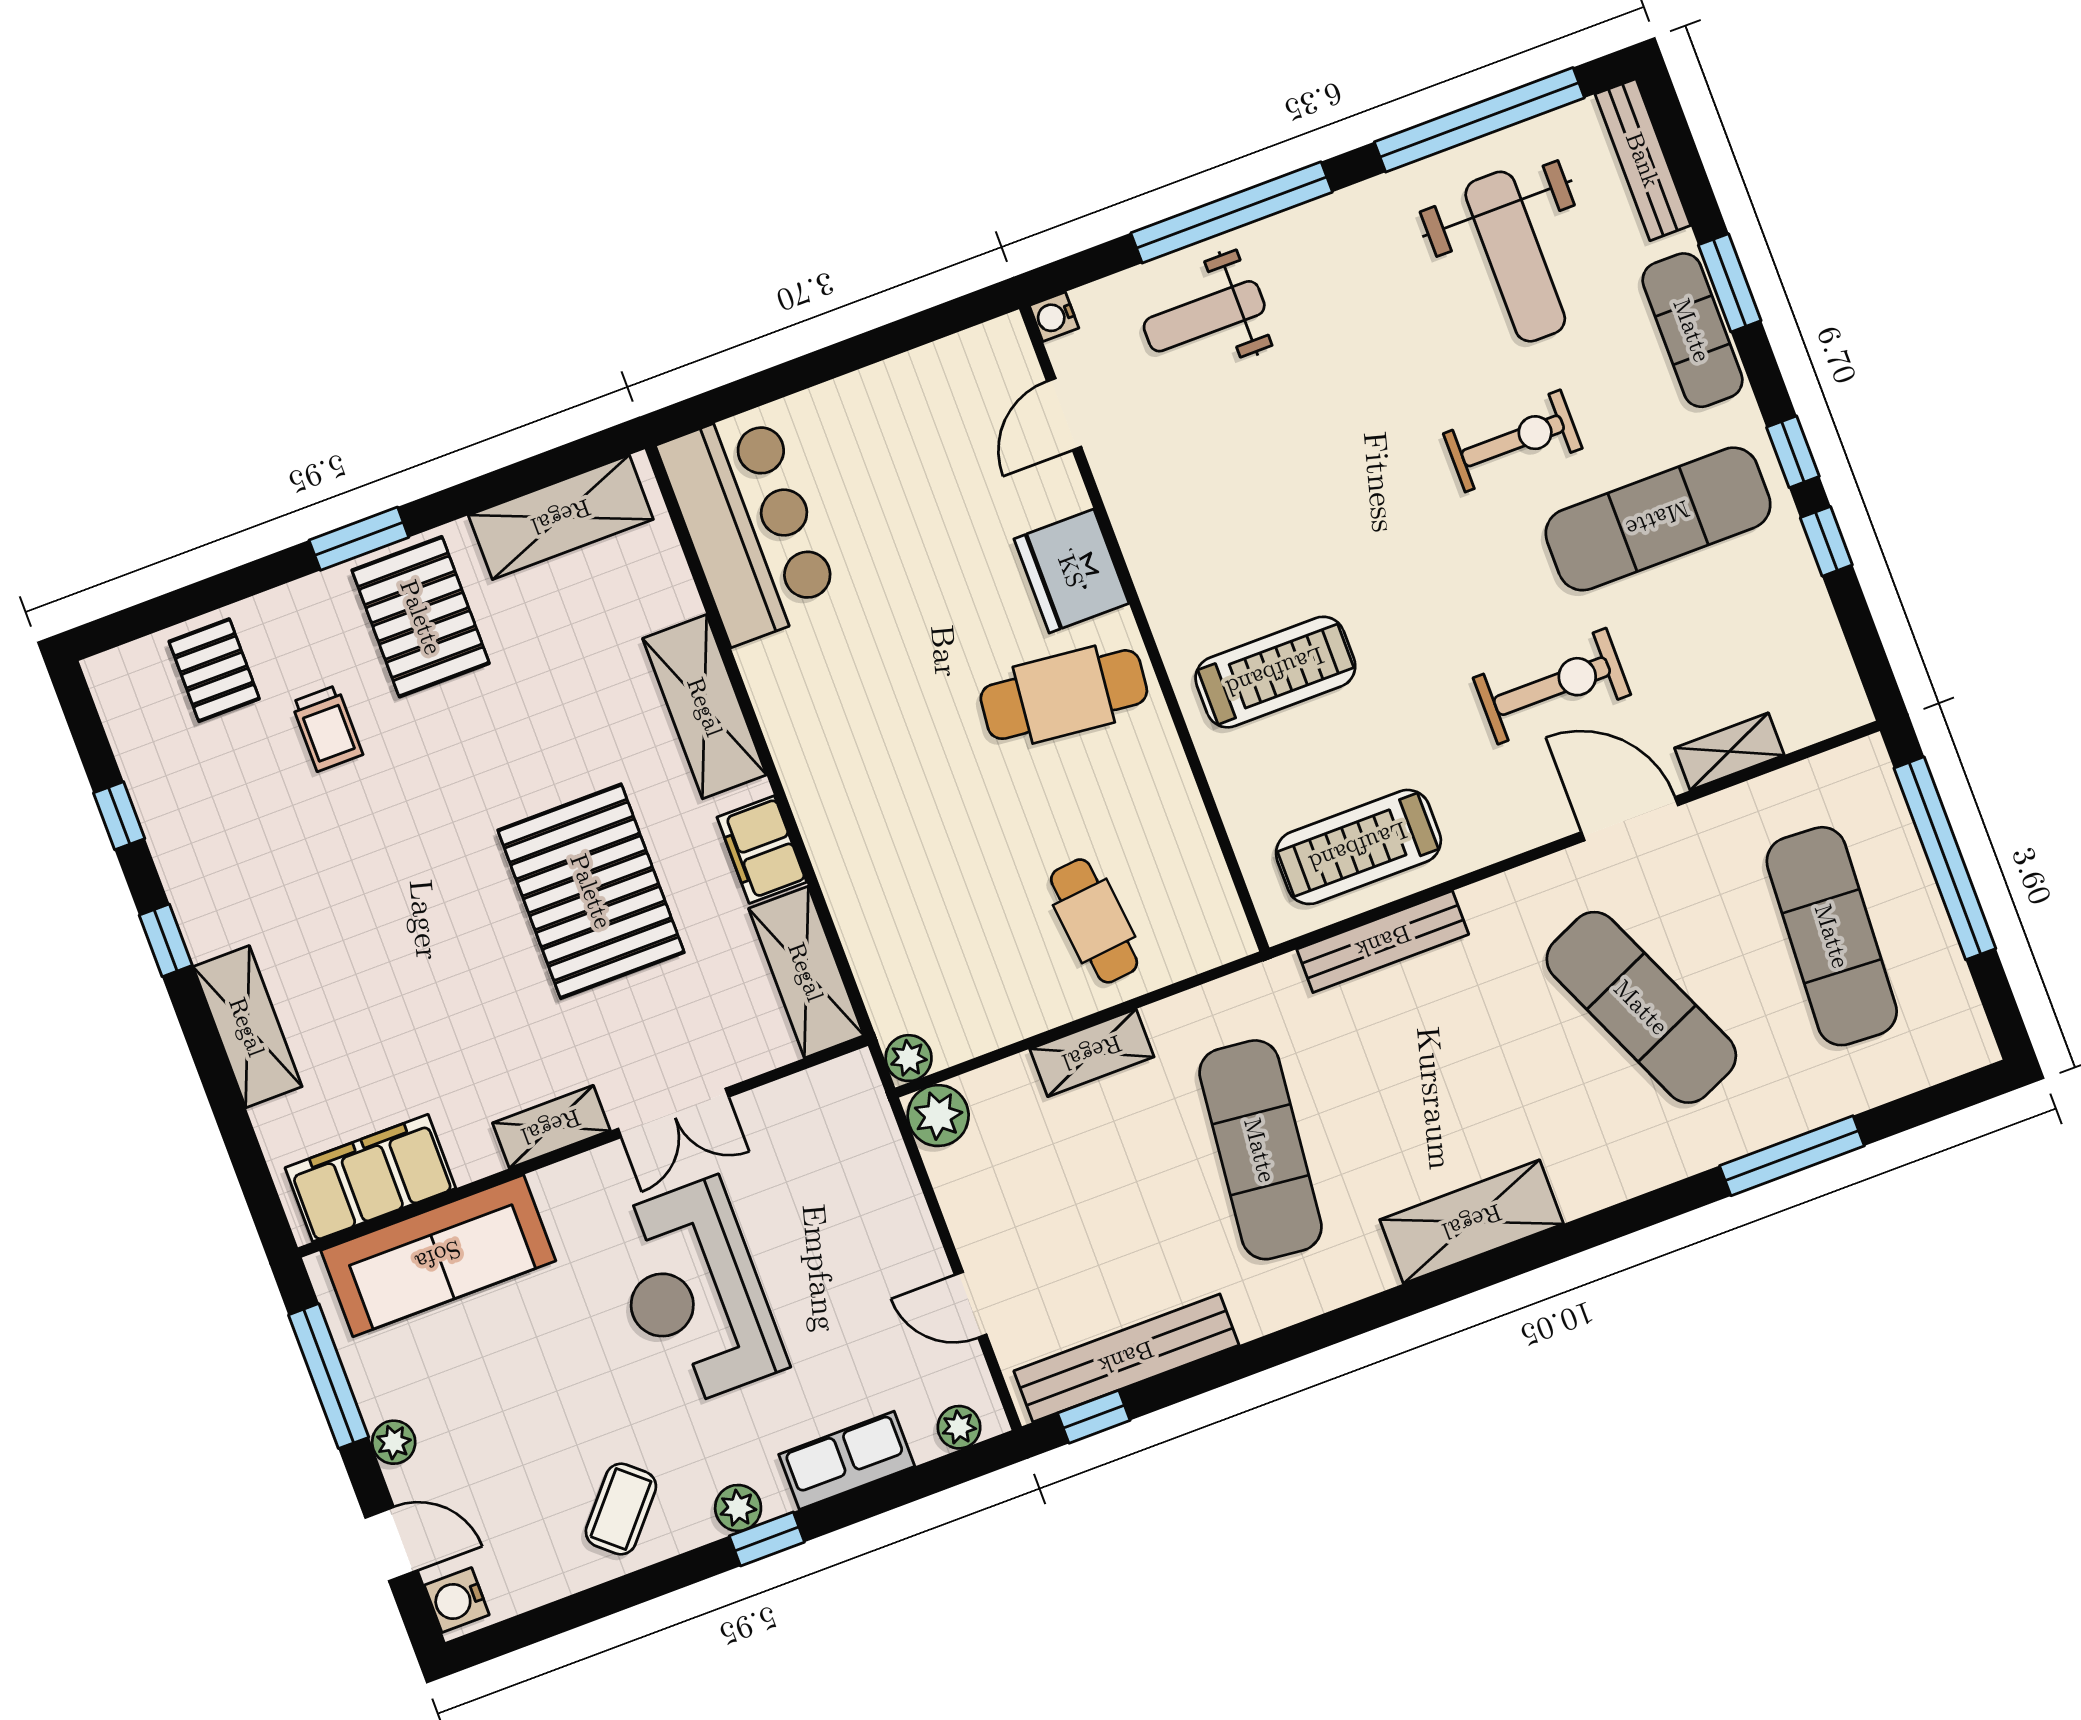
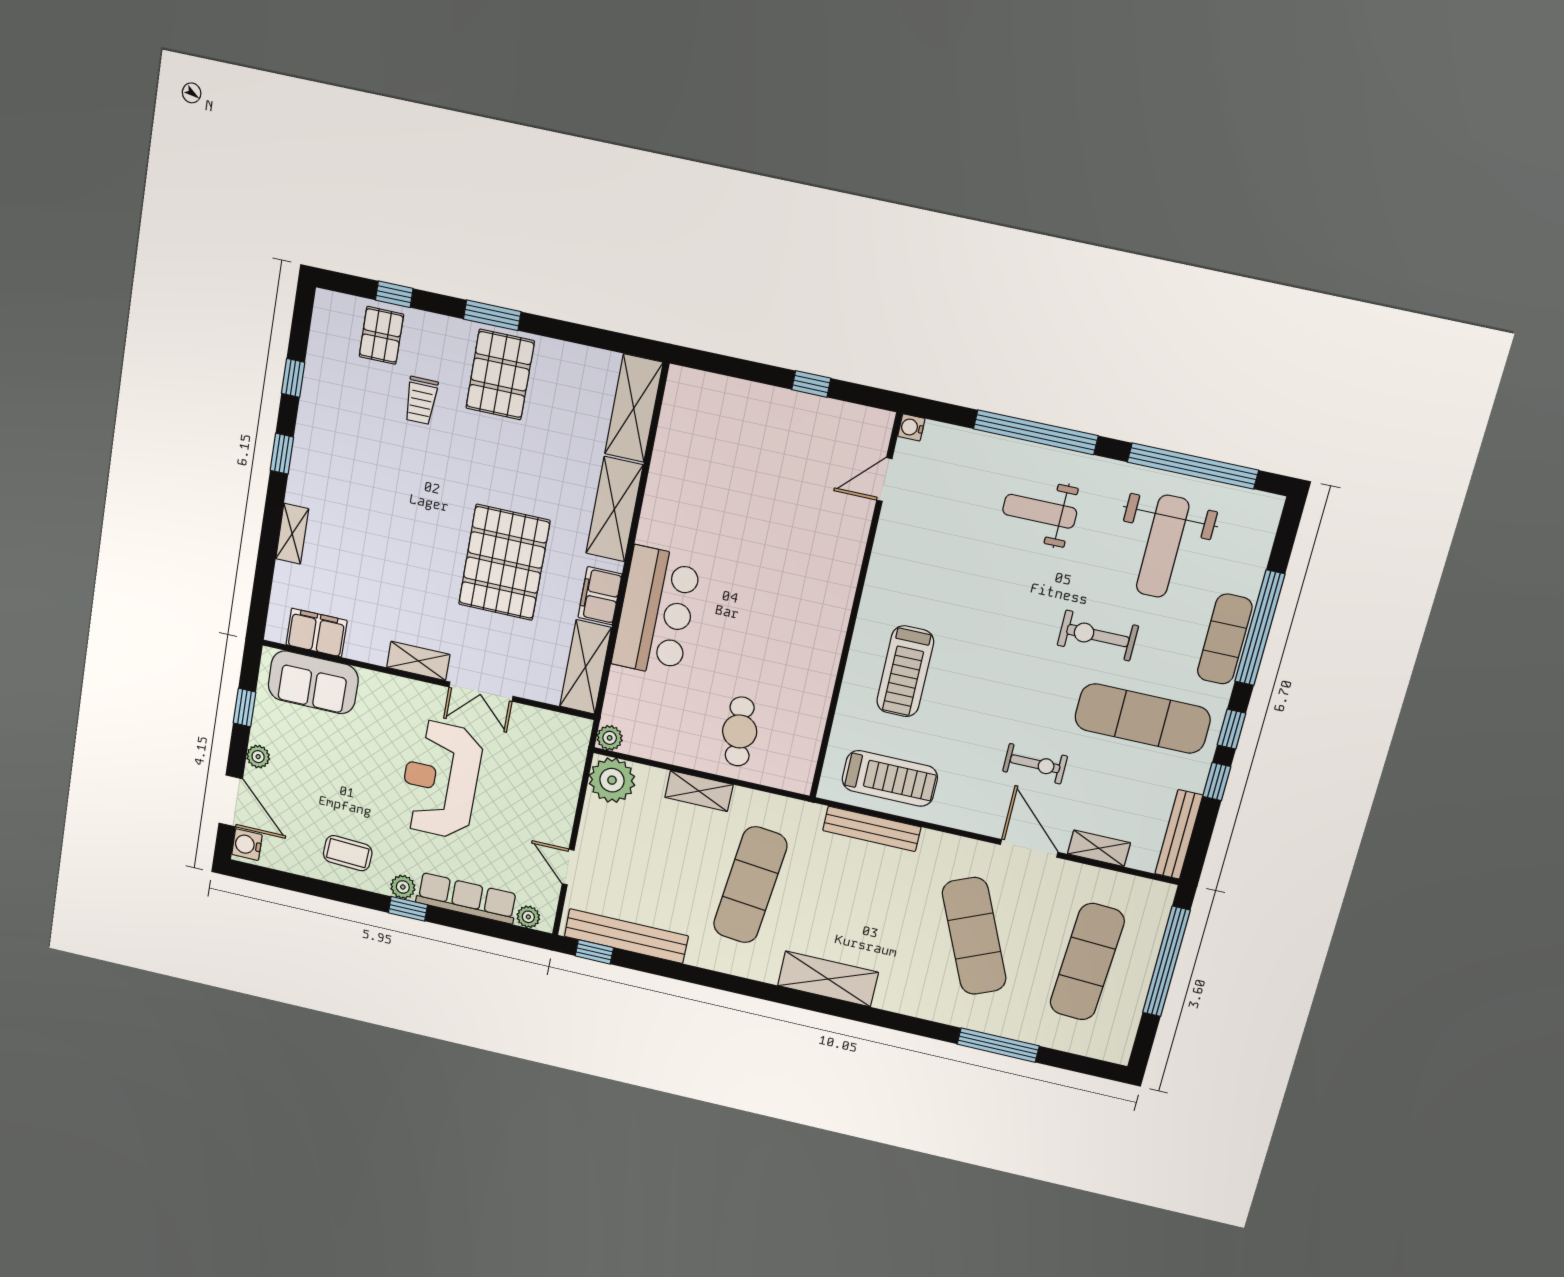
bench: (1643, 160) -> (1179, 835), moved
window: (1730, 283) -> (1260, 628), width x2.11
weight bench: (1204, 316) -> (1040, 511), moved
window: (874, 346) -> (811, 384), added
exercise bike: (1513, 441) -> (1098, 636), turned 180
shelving: (561, 517) -> (634, 408), moved, turned 90
bar counter: (749, 526) -> (656, 612), moved
fridge: (1071, 571) -> (837, 559), removed
window: (199, 599) -> (394, 294), added
treadmill: (1275, 672) -> (905, 671), turned 90
exercise bike: (1552, 686) -> (1035, 764), width x0.73, depth x0.72
cafe table: (1064, 695) -> (795, 616), removed
treadmill: (1358, 847) -> (890, 778), turned 180
shelving: (247, 1027) -> (292, 534), width x0.67, depth x0.75
plant: (938, 1116) -> (612, 780), width x1.36, depth x1.36
filing cabinet: (370, 1178) -> (317, 633), width x0.67, depth x0.86
sofa: (438, 1256) -> (313, 682), width x0.73
window: (329, 1376) -> (244, 708), width x0.46
row of seats: (847, 1460) -> (467, 898), width x1.48
coffee table: (621, 1509) -> (348, 853), turned 52
door: (391, 1544) -> (231, 801), width x1.38

